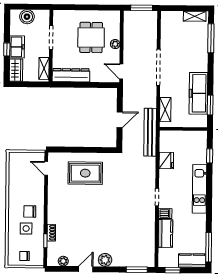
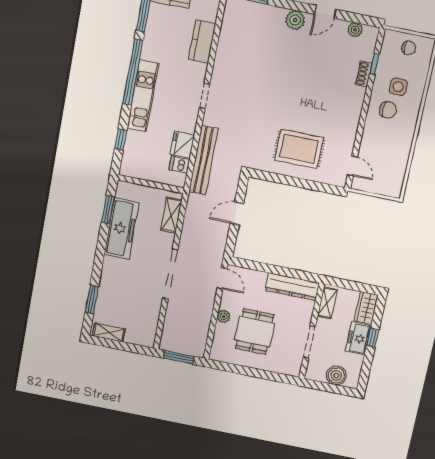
window: (211, 38) -> (92, 299), width x0.69
bench: (150, 132) -> (203, 160), moved
window: (209, 204) -> (133, 72), added
dishwasher: (165, 214) -> (179, 165), moved

